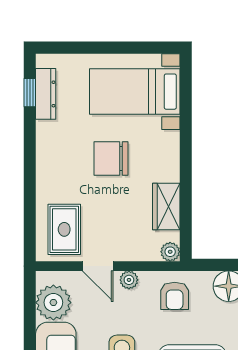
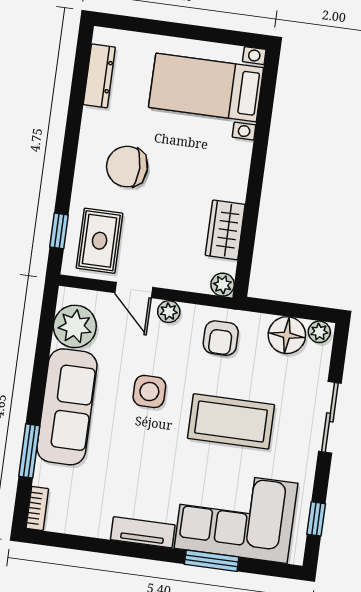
window: (30, 93) -> (59, 231), moved
chair: (111, 158) -> (127, 167), moved

